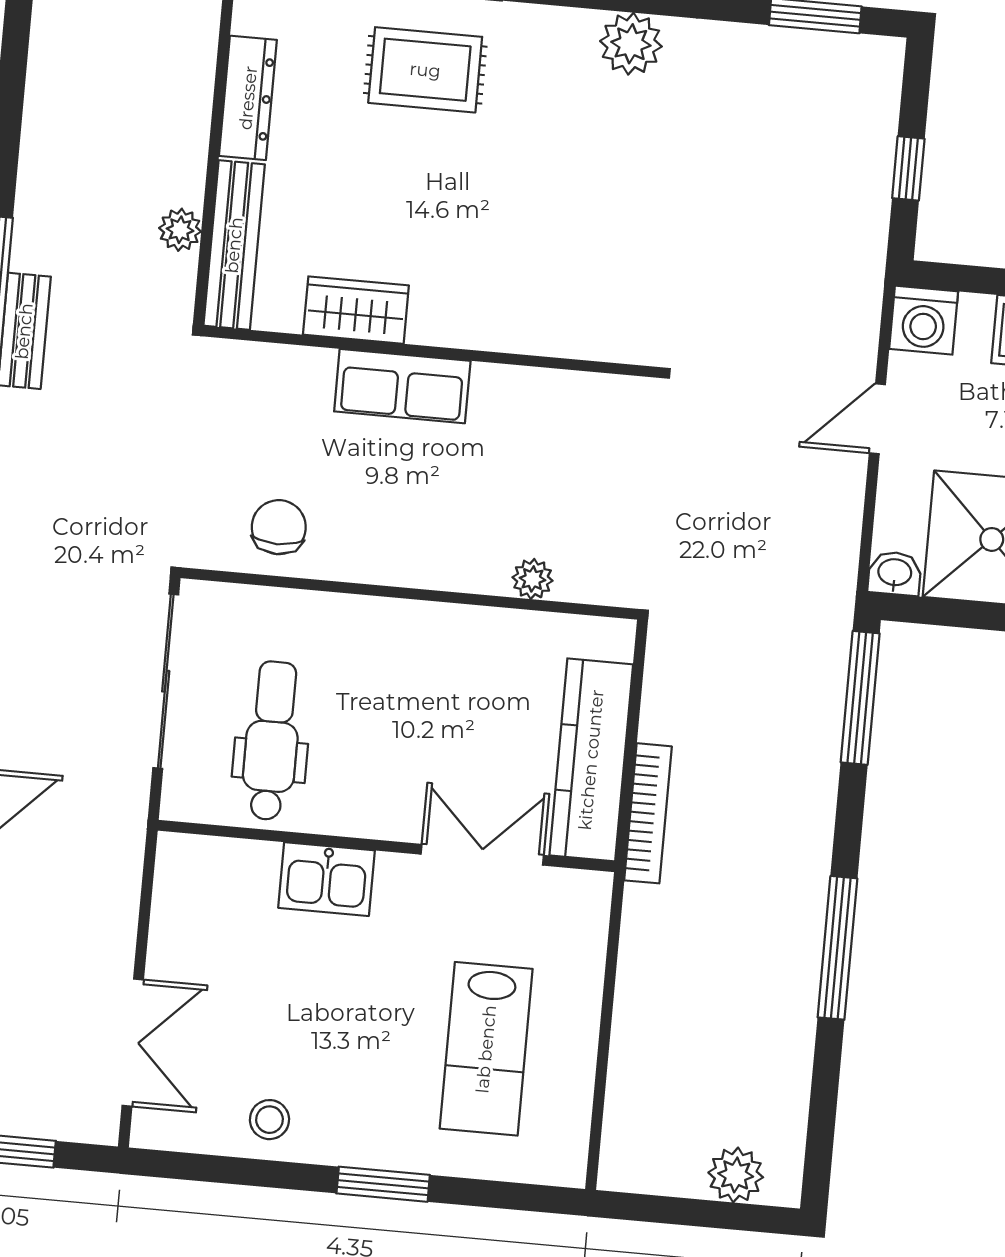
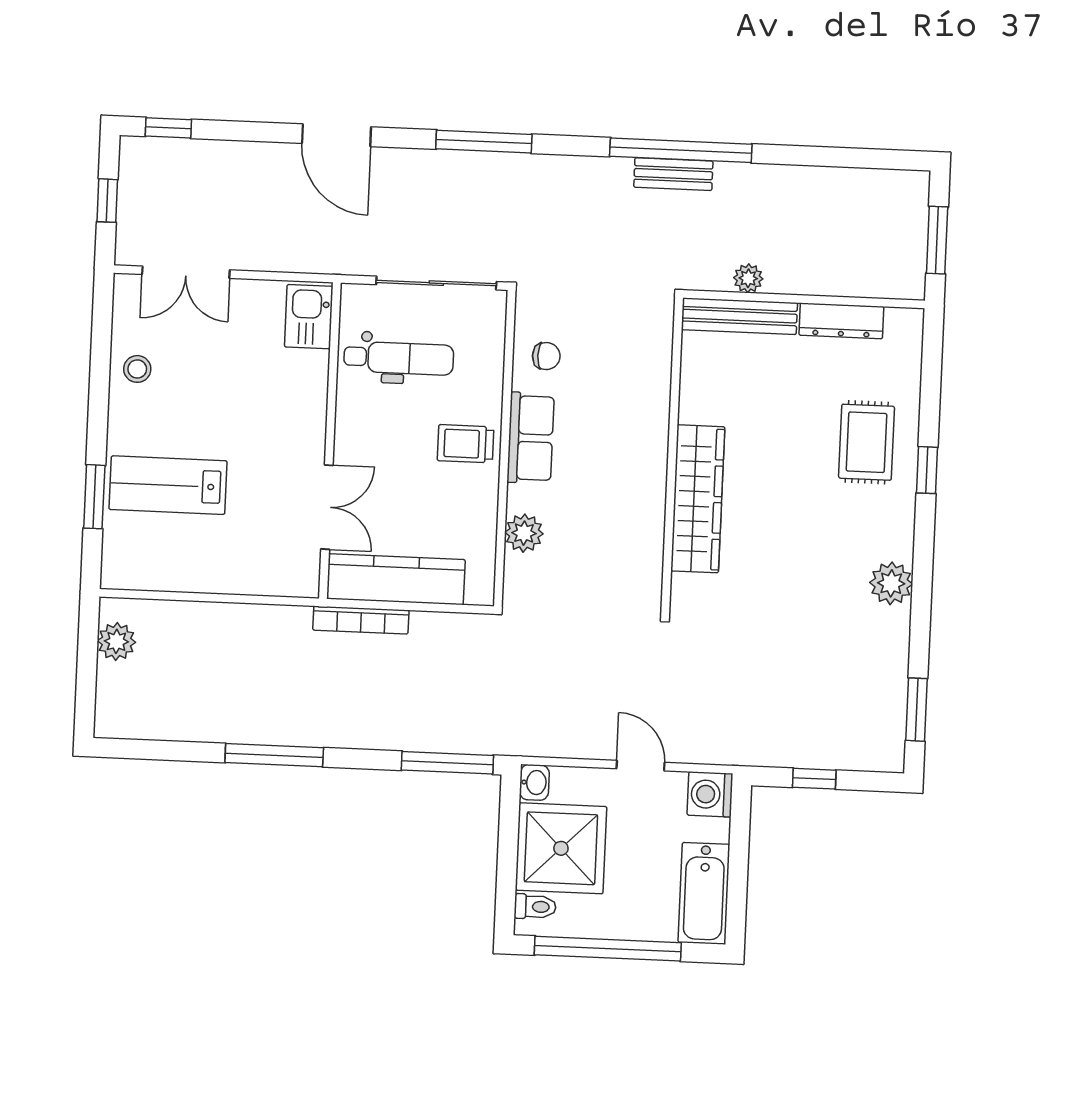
wardrobe: (356, 310) -> (698, 499), moved, width x2.10, depth x1.17
row of seats: (402, 386) -> (531, 438), moved, turned 180
chair: (279, 527) -> (546, 356), width x0.73, depth x0.73
plant: (533, 579) -> (524, 533), width x1.38, depth x1.38
trolley: (400, 650) -> (466, 444), added
kitchen sink: (327, 879) -> (309, 317), moved
lab bench: (486, 1049) -> (168, 485), moved
plant: (736, 1175) -> (116, 641), moved
window: (383, 1184) -> (94, 497), moved

